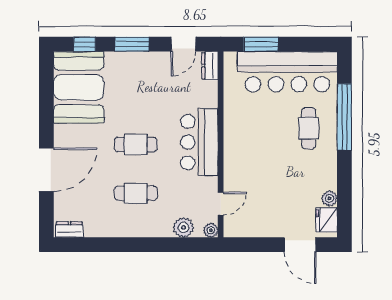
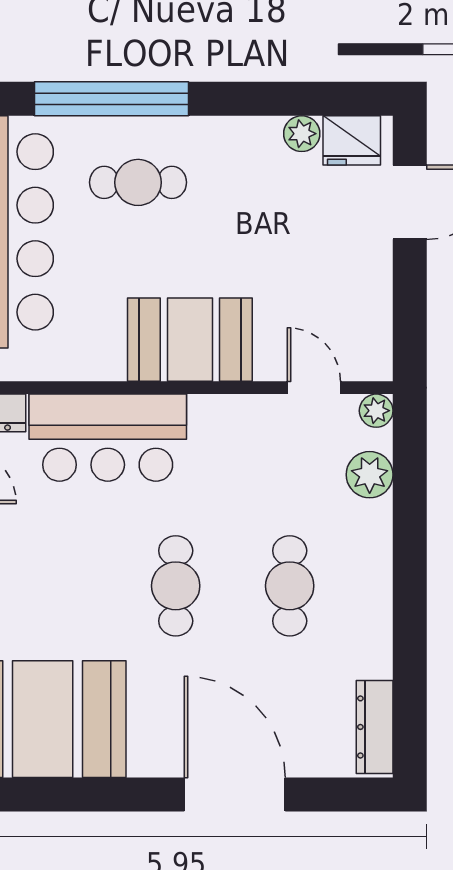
bar counter: (199, 142) -> (108, 438), moved
booth: (241, 151) -> (190, 340), added
dresser: (69, 230) -> (375, 727), width x1.44

